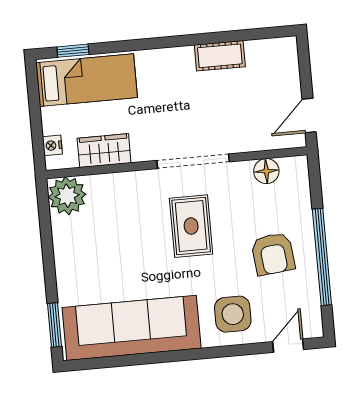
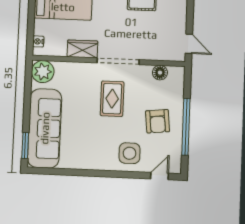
door: (309, 115) -> (189, 44), swing flipped
wardrobe: (104, 151) -> (82, 49), moved
sofa: (132, 328) -> (45, 128), moved, turned 90

